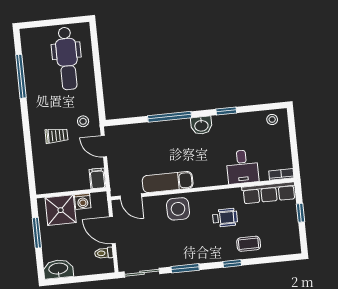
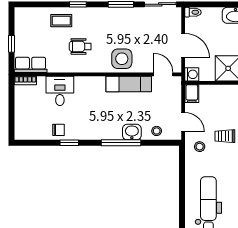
stool: (272, 119) -> (157, 131), moved
chair: (240, 124) -> (58, 130), added
washbasin: (201, 125) -> (132, 132), moved
row of seats: (269, 193) -> (31, 65), width x0.68
washing machine: (83, 201) -> (192, 74), moved, turned 90
toilet: (104, 253) -> (193, 12), moved

